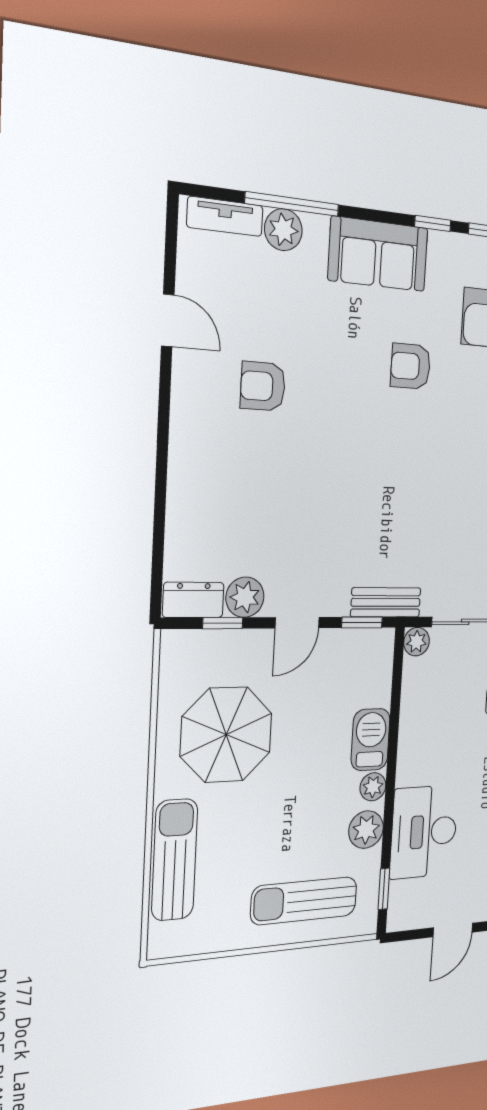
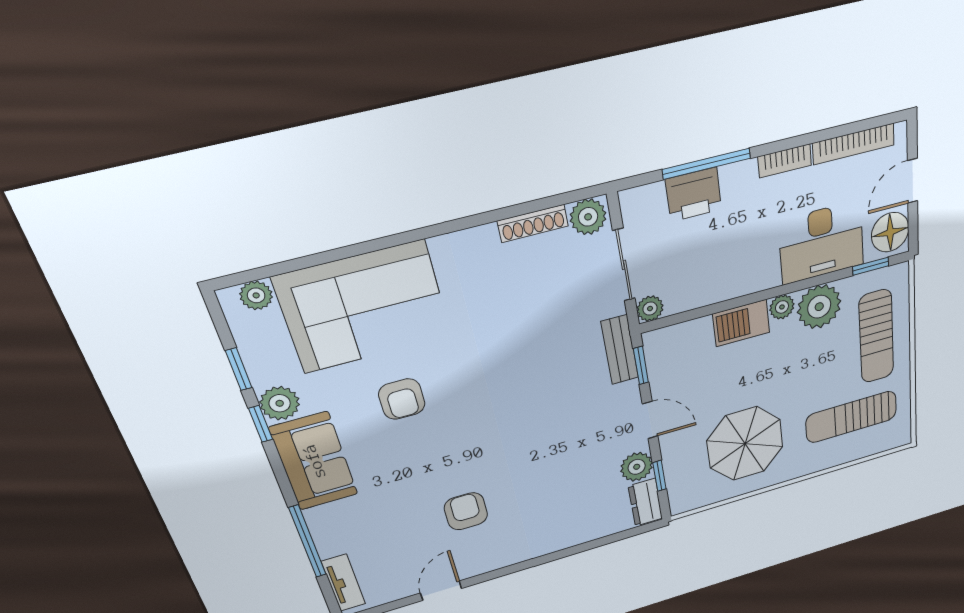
plant: (283, 230) -> (280, 403), moved
armchair: (263, 386) -> (466, 511), turned 180
plant: (366, 830) -> (819, 307), width x1.36, depth x1.36
sun lounger: (175, 860) -> (851, 417), moved
floor lamp: (411, 909) -> (890, 232), added
door: (453, 930) -> (913, 181), swing flipped

